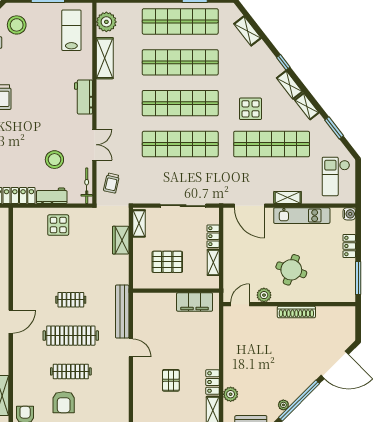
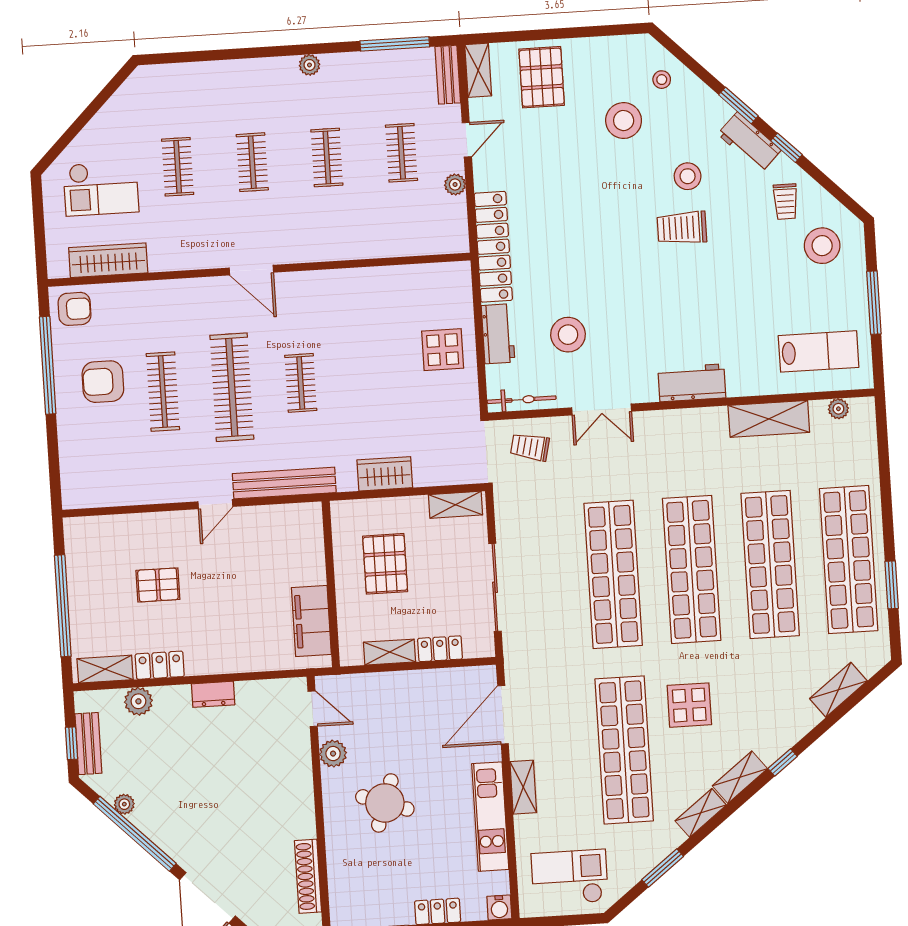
plant: (106, 22) -> (838, 409), width x0.53, depth x0.53
wardrobe: (121, 240) -> (385, 474), moved
shoe rack: (296, 312) -> (308, 876), moved
dresser: (229, 355) -> (213, 694), added

